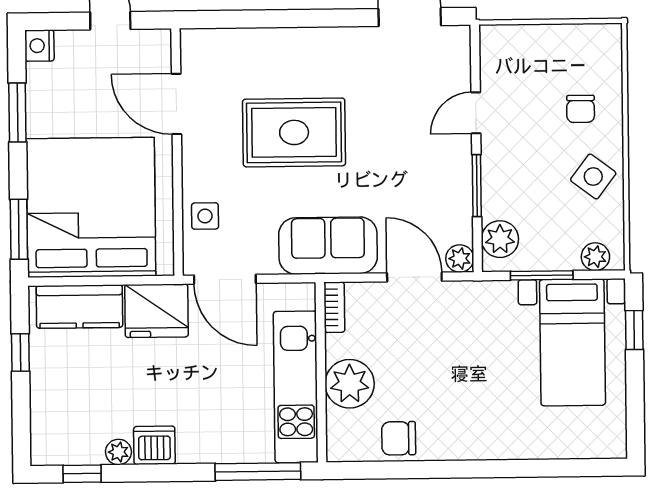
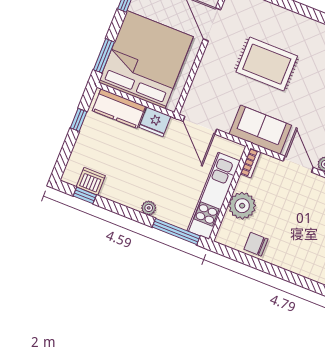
side table: (205, 216) -> (203, 88), removed
fridge: (156, 311) -> (155, 122), width x0.73, depth x0.75
dishwasher: (154, 445) -> (91, 181), moved
plant: (118, 452) -> (149, 208), moved

